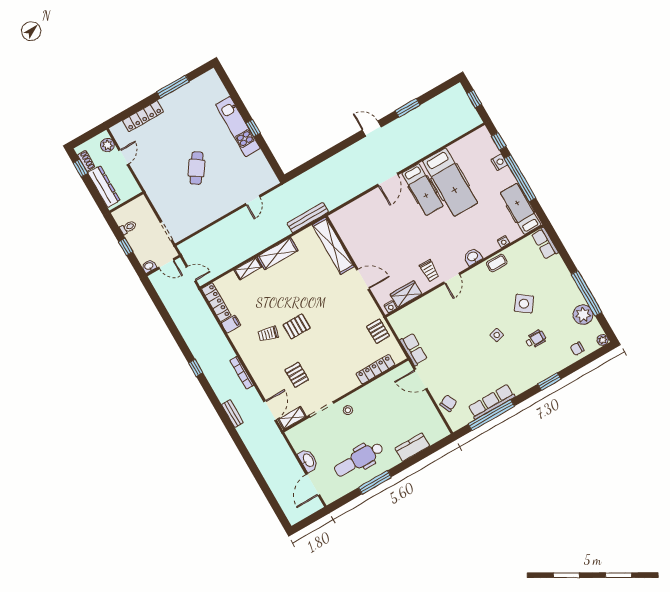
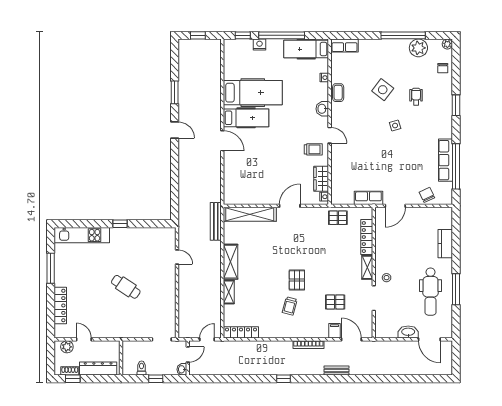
kitchen unit: (238, 127) -> (82, 235), moved
door: (372, 129) -> (175, 130), swing flipped
filing cabinet: (231, 324) -> (335, 331), moved
shelving: (292, 418) -> (367, 267), moved

